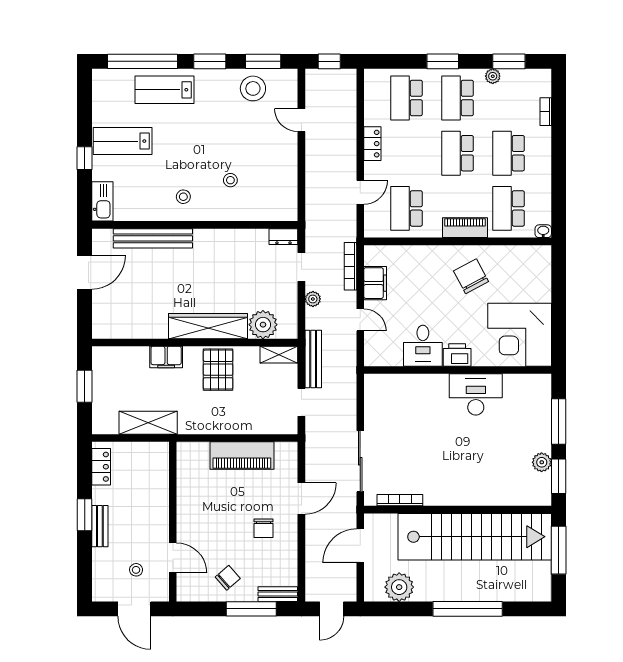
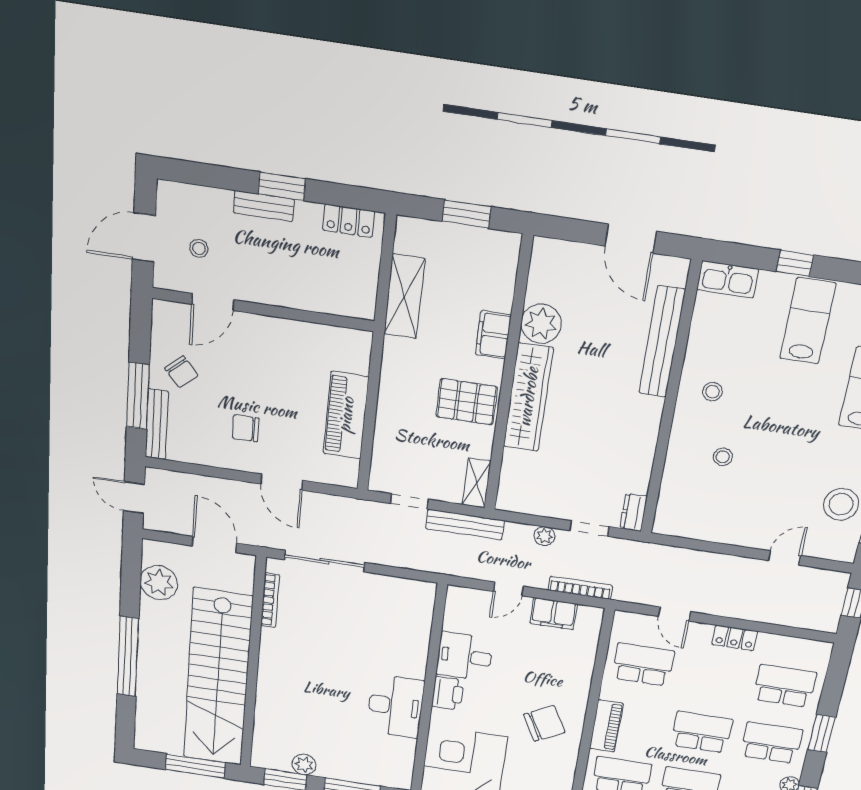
plant: (263, 325) -> (541, 324), moved
bench: (278, 594) -> (157, 424), width x1.36

